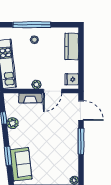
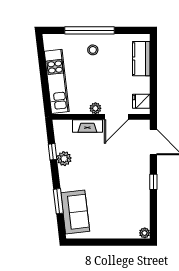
window: (81, 141) -> (153, 182), width x0.46

